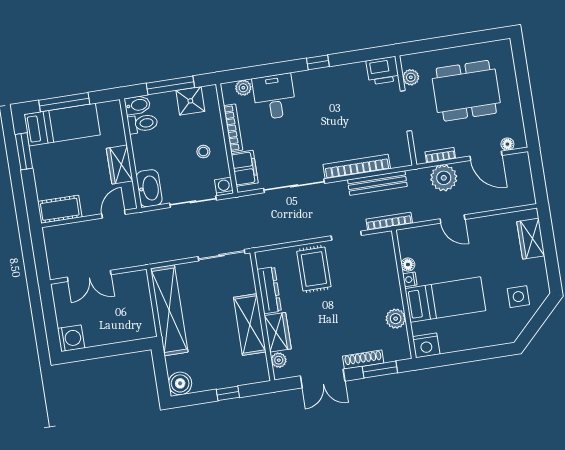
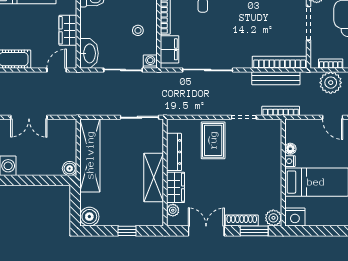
bookcase: (357, 167) -> (280, 62), moved
plant: (396, 319) -> (273, 218), moved
boiler: (147, 330) -> (70, 168), added
double door: (323, 379) -> (206, 231), swing flipped

